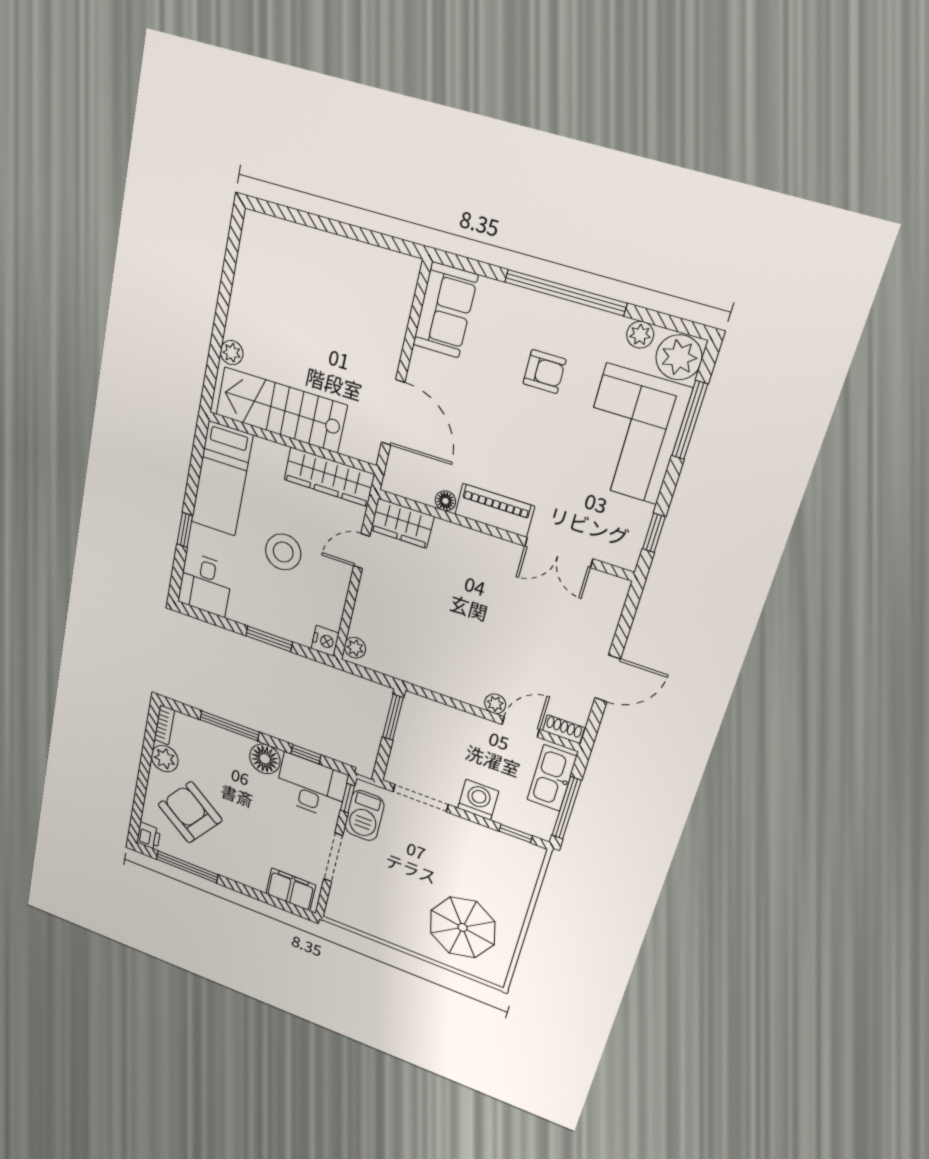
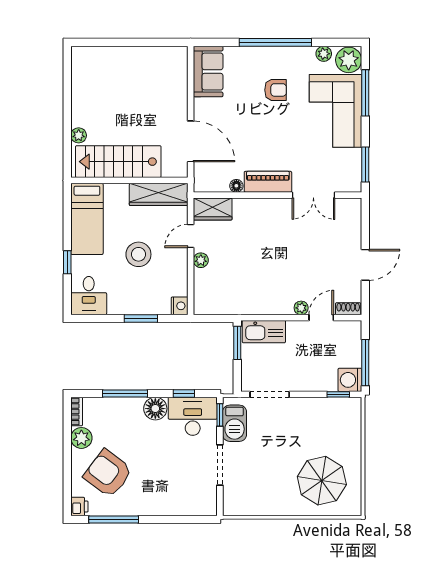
window: (654, 533) -> (365, 164), width x1.50
plant: (355, 648) -> (201, 260), moved
kitchen sink: (552, 778) -> (264, 332), moved, turned -90
washing machine: (478, 800) -> (350, 380), moved, turned -90
filing cabinet: (291, 889) -> (195, 504), removed

